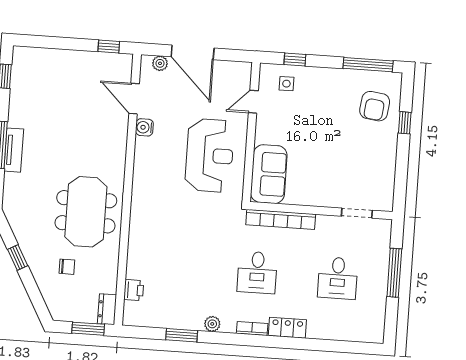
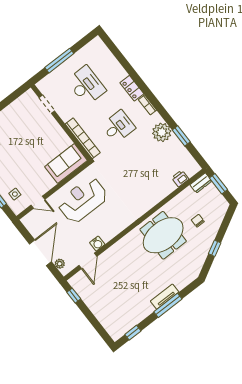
desk: (338, 278) -> (86, 86), width x1.37
plant: (212, 324) -> (162, 132), width x1.88, depth x1.88

